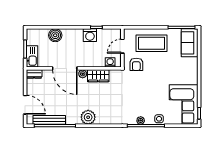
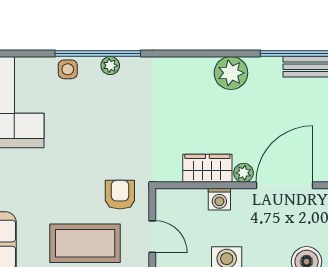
door: (122, 46) -> (152, 237), hinge flipped
washing machine: (110, 62) -> (219, 199), moved
door: (65, 68) -> (284, 185), hinge flipped

